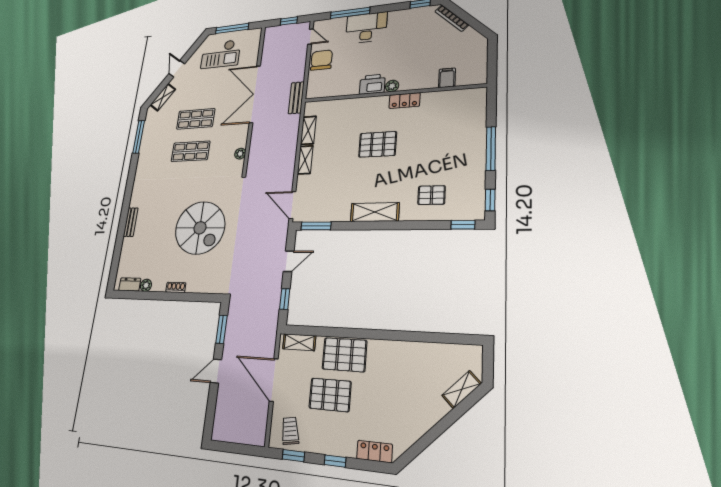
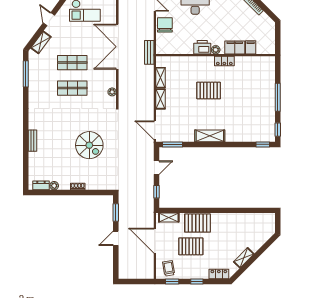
filing cabinet: (422, 80) -> (235, 47), added
pallet: (432, 195) -> (244, 126), removed
spiral stairs: (200, 228) -> (89, 145), width x0.73, depth x0.73
shelving: (462, 389) -> (244, 258), moved

